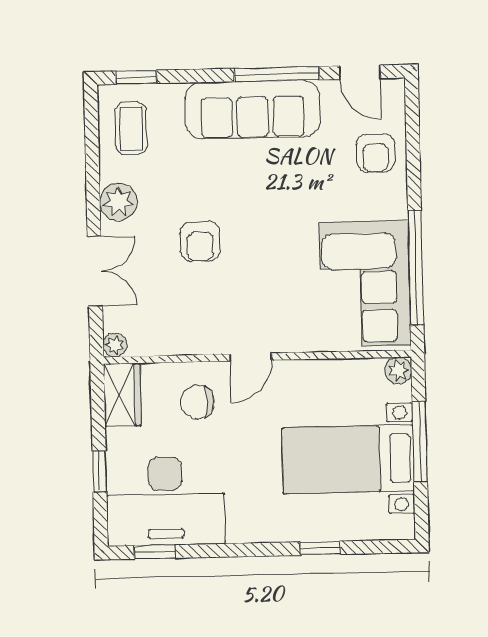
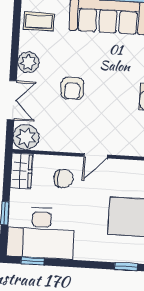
coffee table: (131, 128) -> (39, 21), turned 90
plant: (115, 345) -> (26, 137), width x1.87, depth x1.87
chair: (197, 402) -> (63, 179), turned 180

